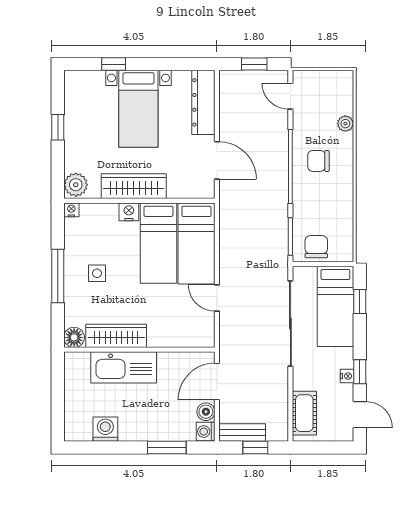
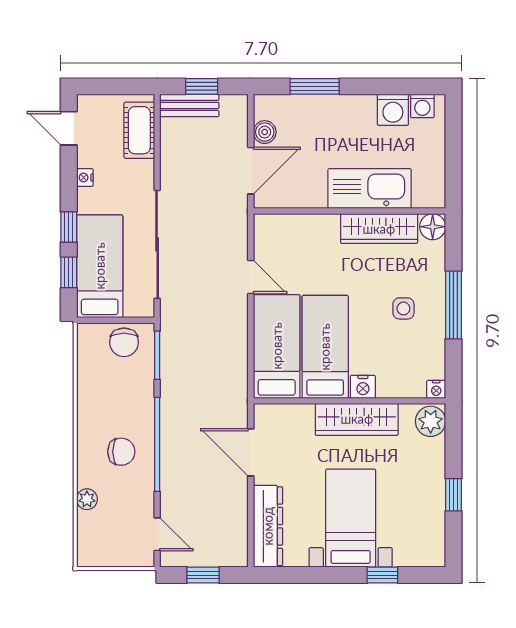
window: (360, 372) -> (69, 227), moved
washing machine: (206, 432) -> (422, 106), moved, turned 90
bench: (242, 433) -> (189, 105), moved

